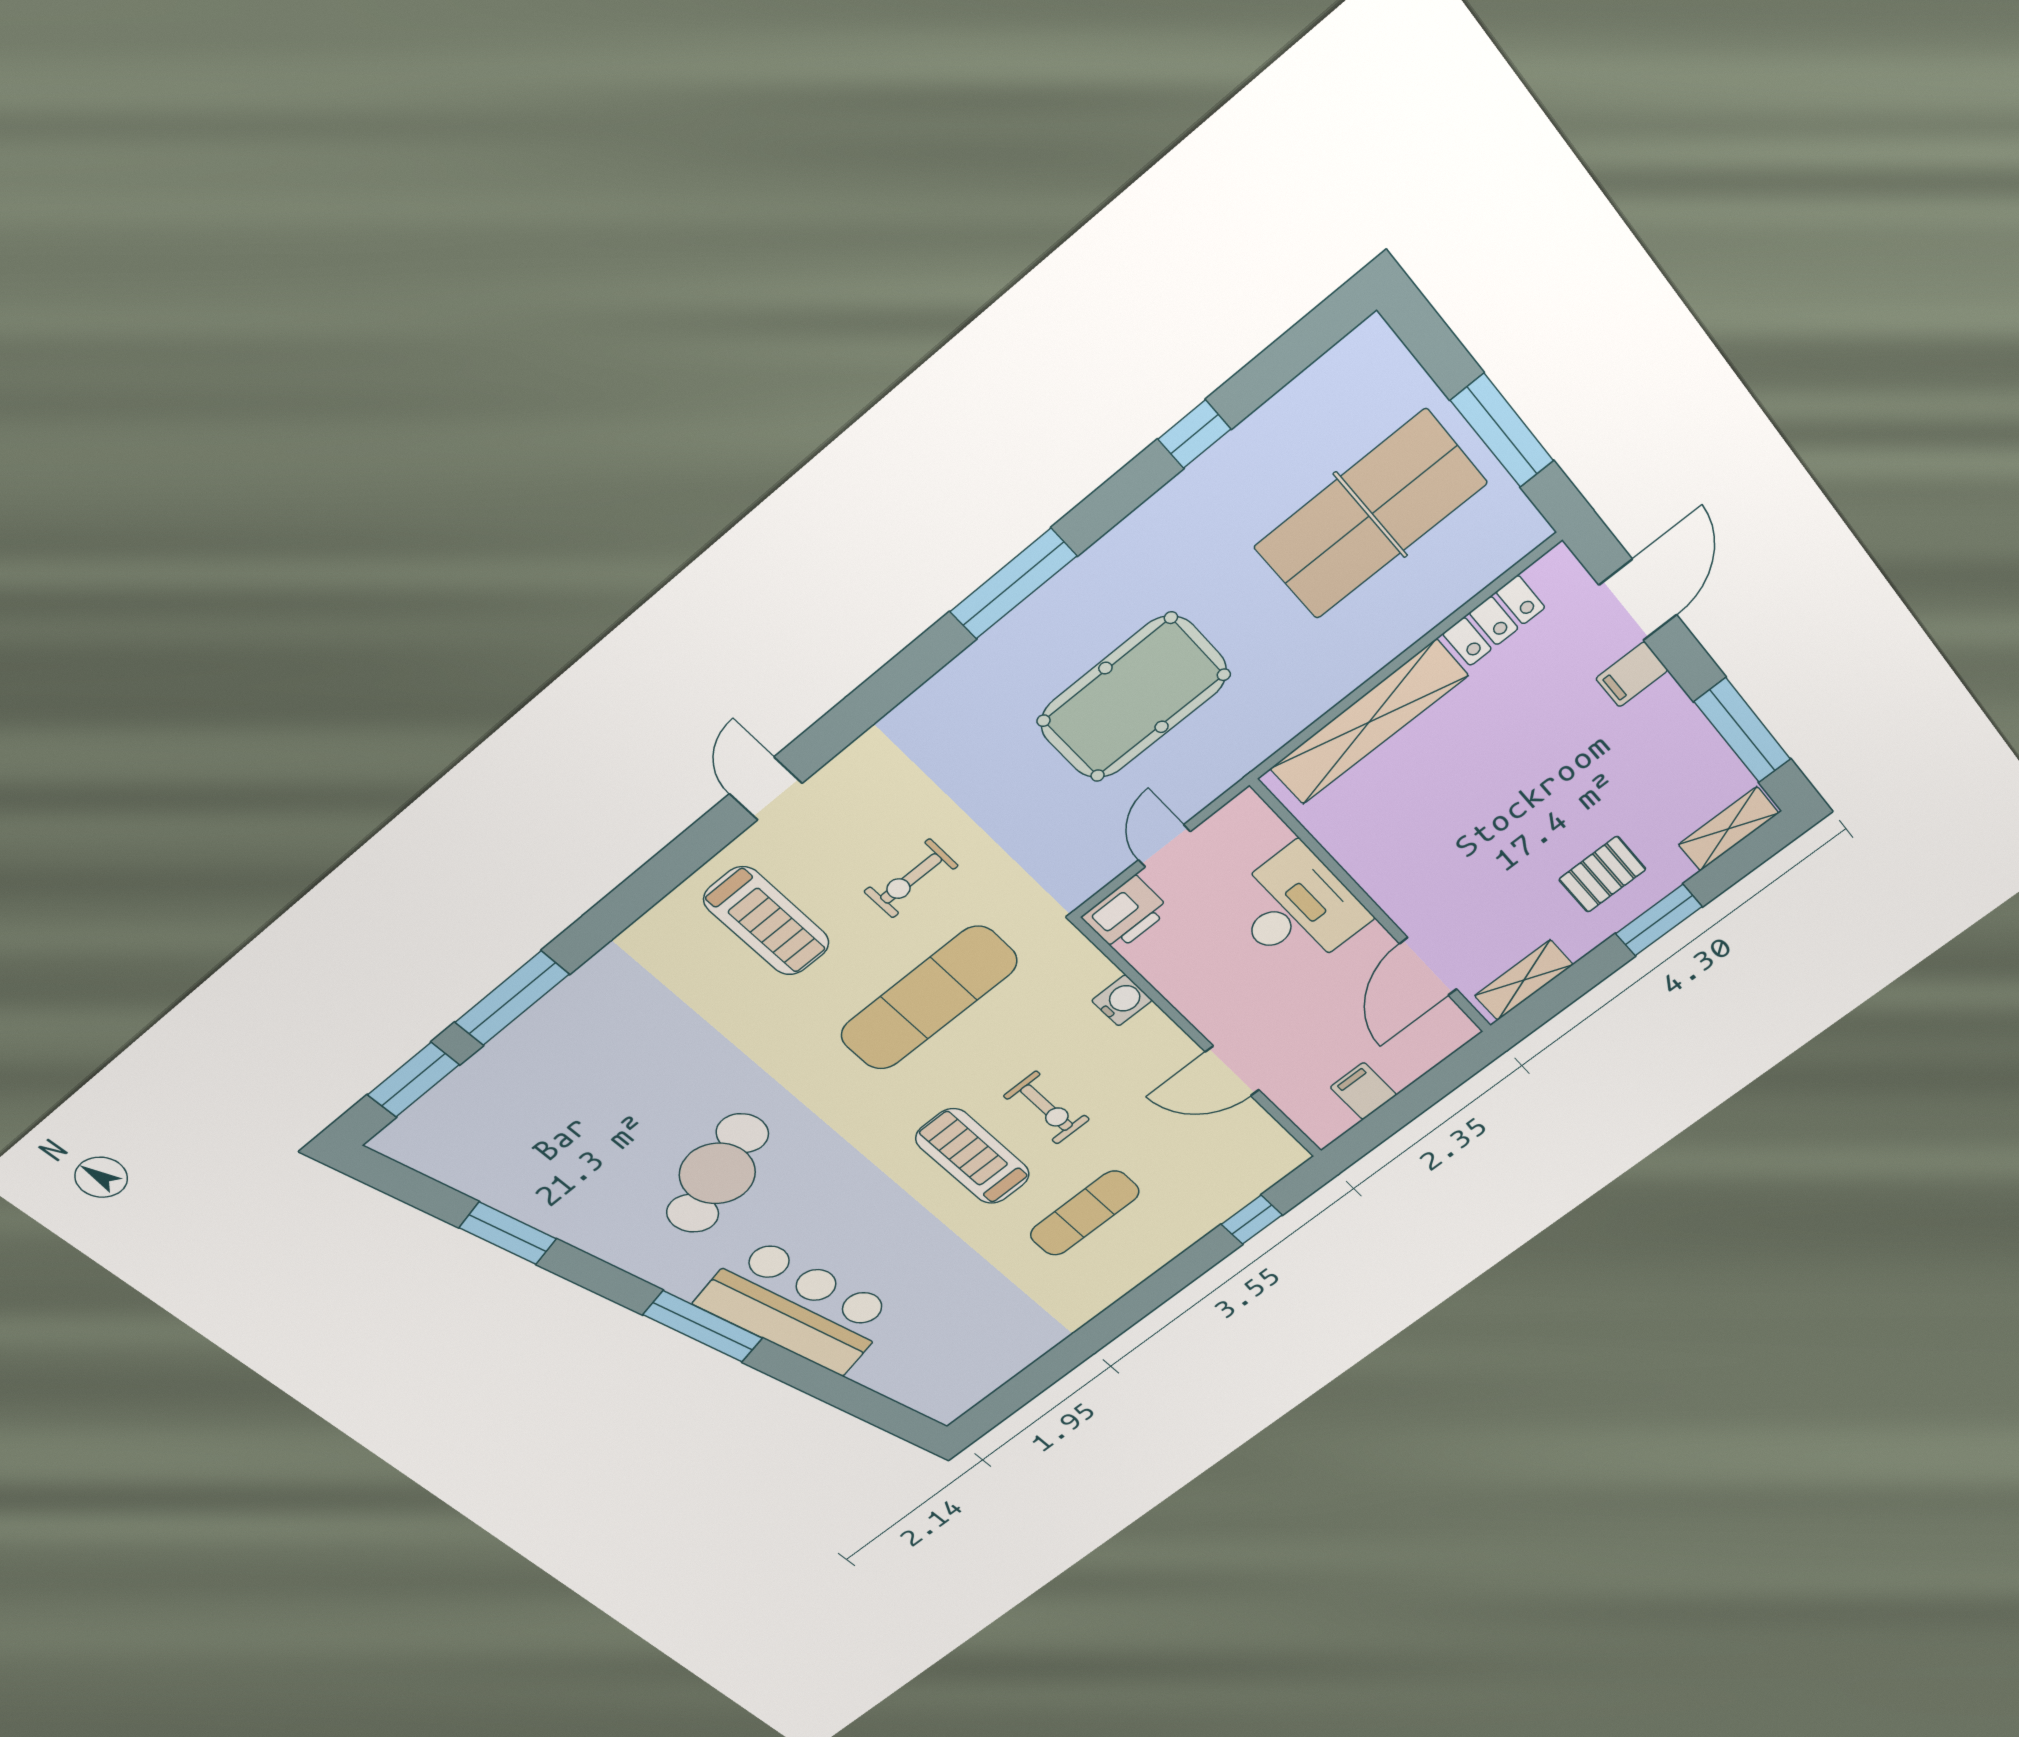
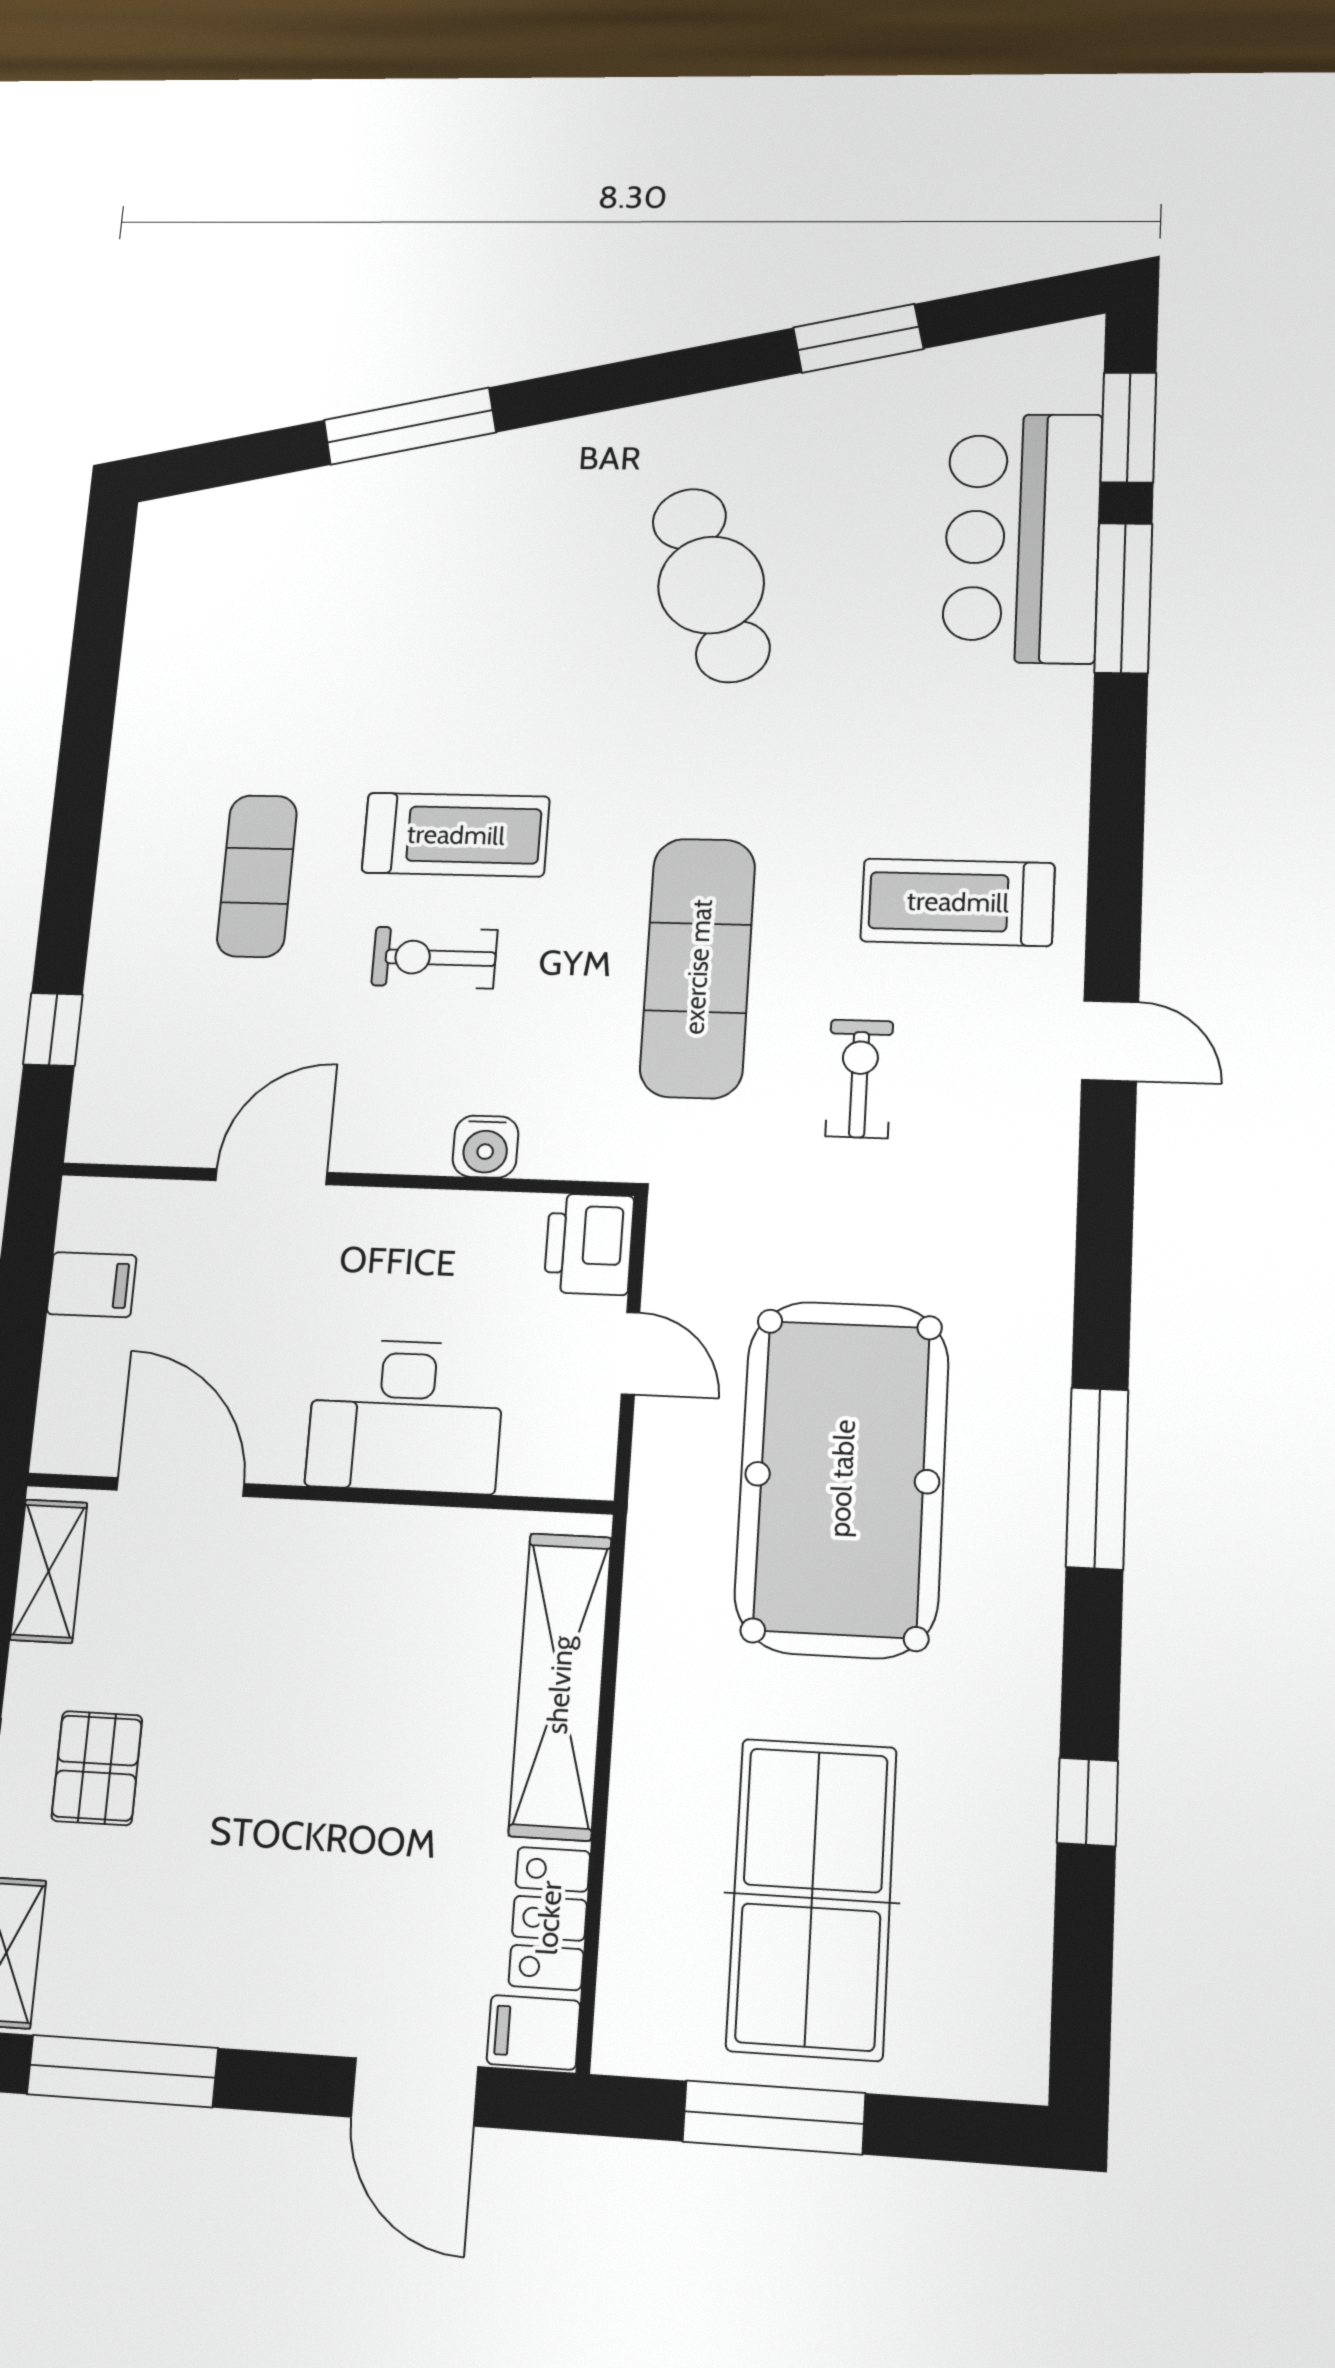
filing cabinet: (1632, 674) -> (533, 2032), moved, turned -90
pool table: (1134, 698) -> (842, 1478), width x1.36, depth x1.32
bar counter: (797, 1306) -> (1022, 537), moved, turned 103
window: (703, 1326) -> (410, 426), moved

